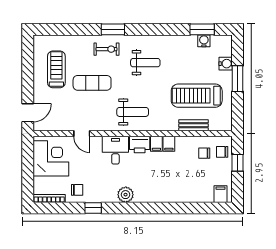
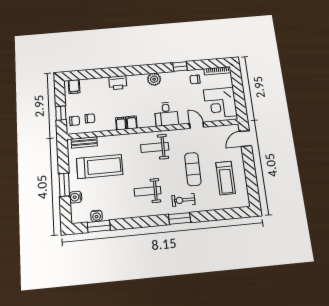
exercise mat: (92, 83) -> (193, 169), turned 90
bench: (194, 125) -> (84, 142), moved
printer: (140, 145) -> (118, 83), moved, turned 180

